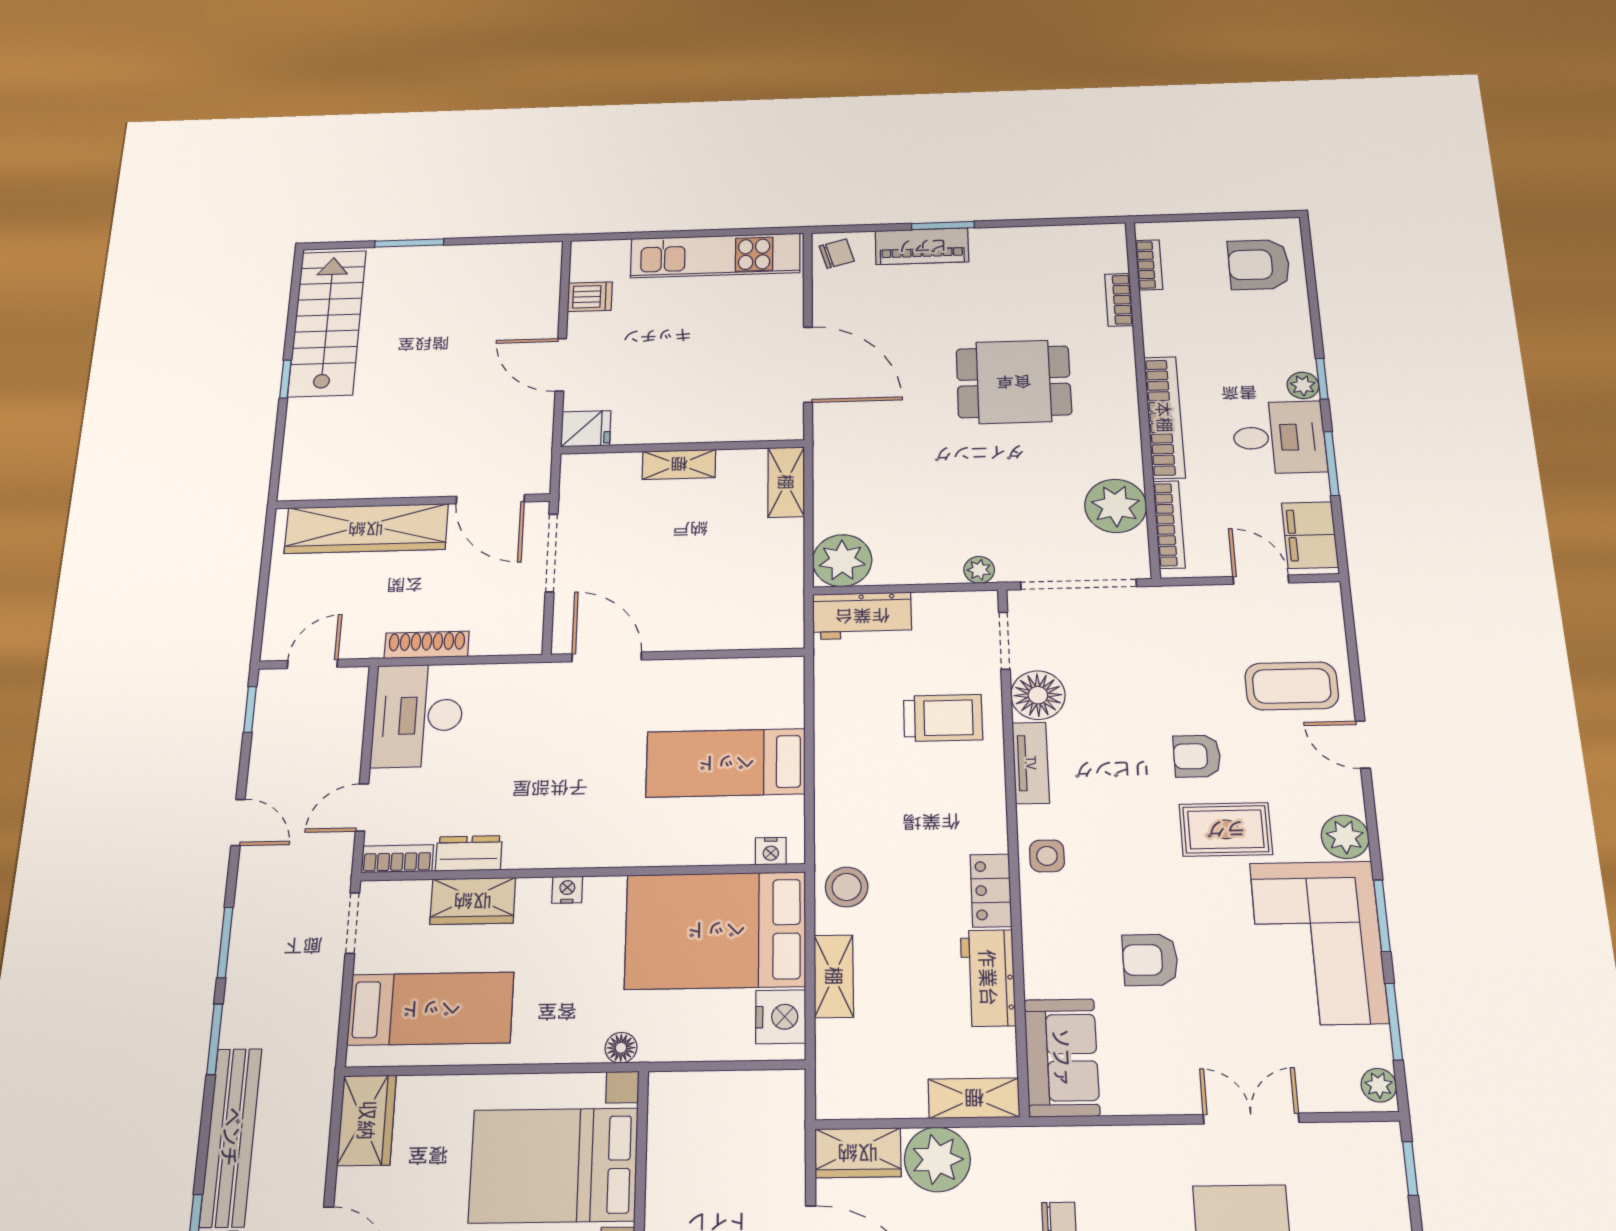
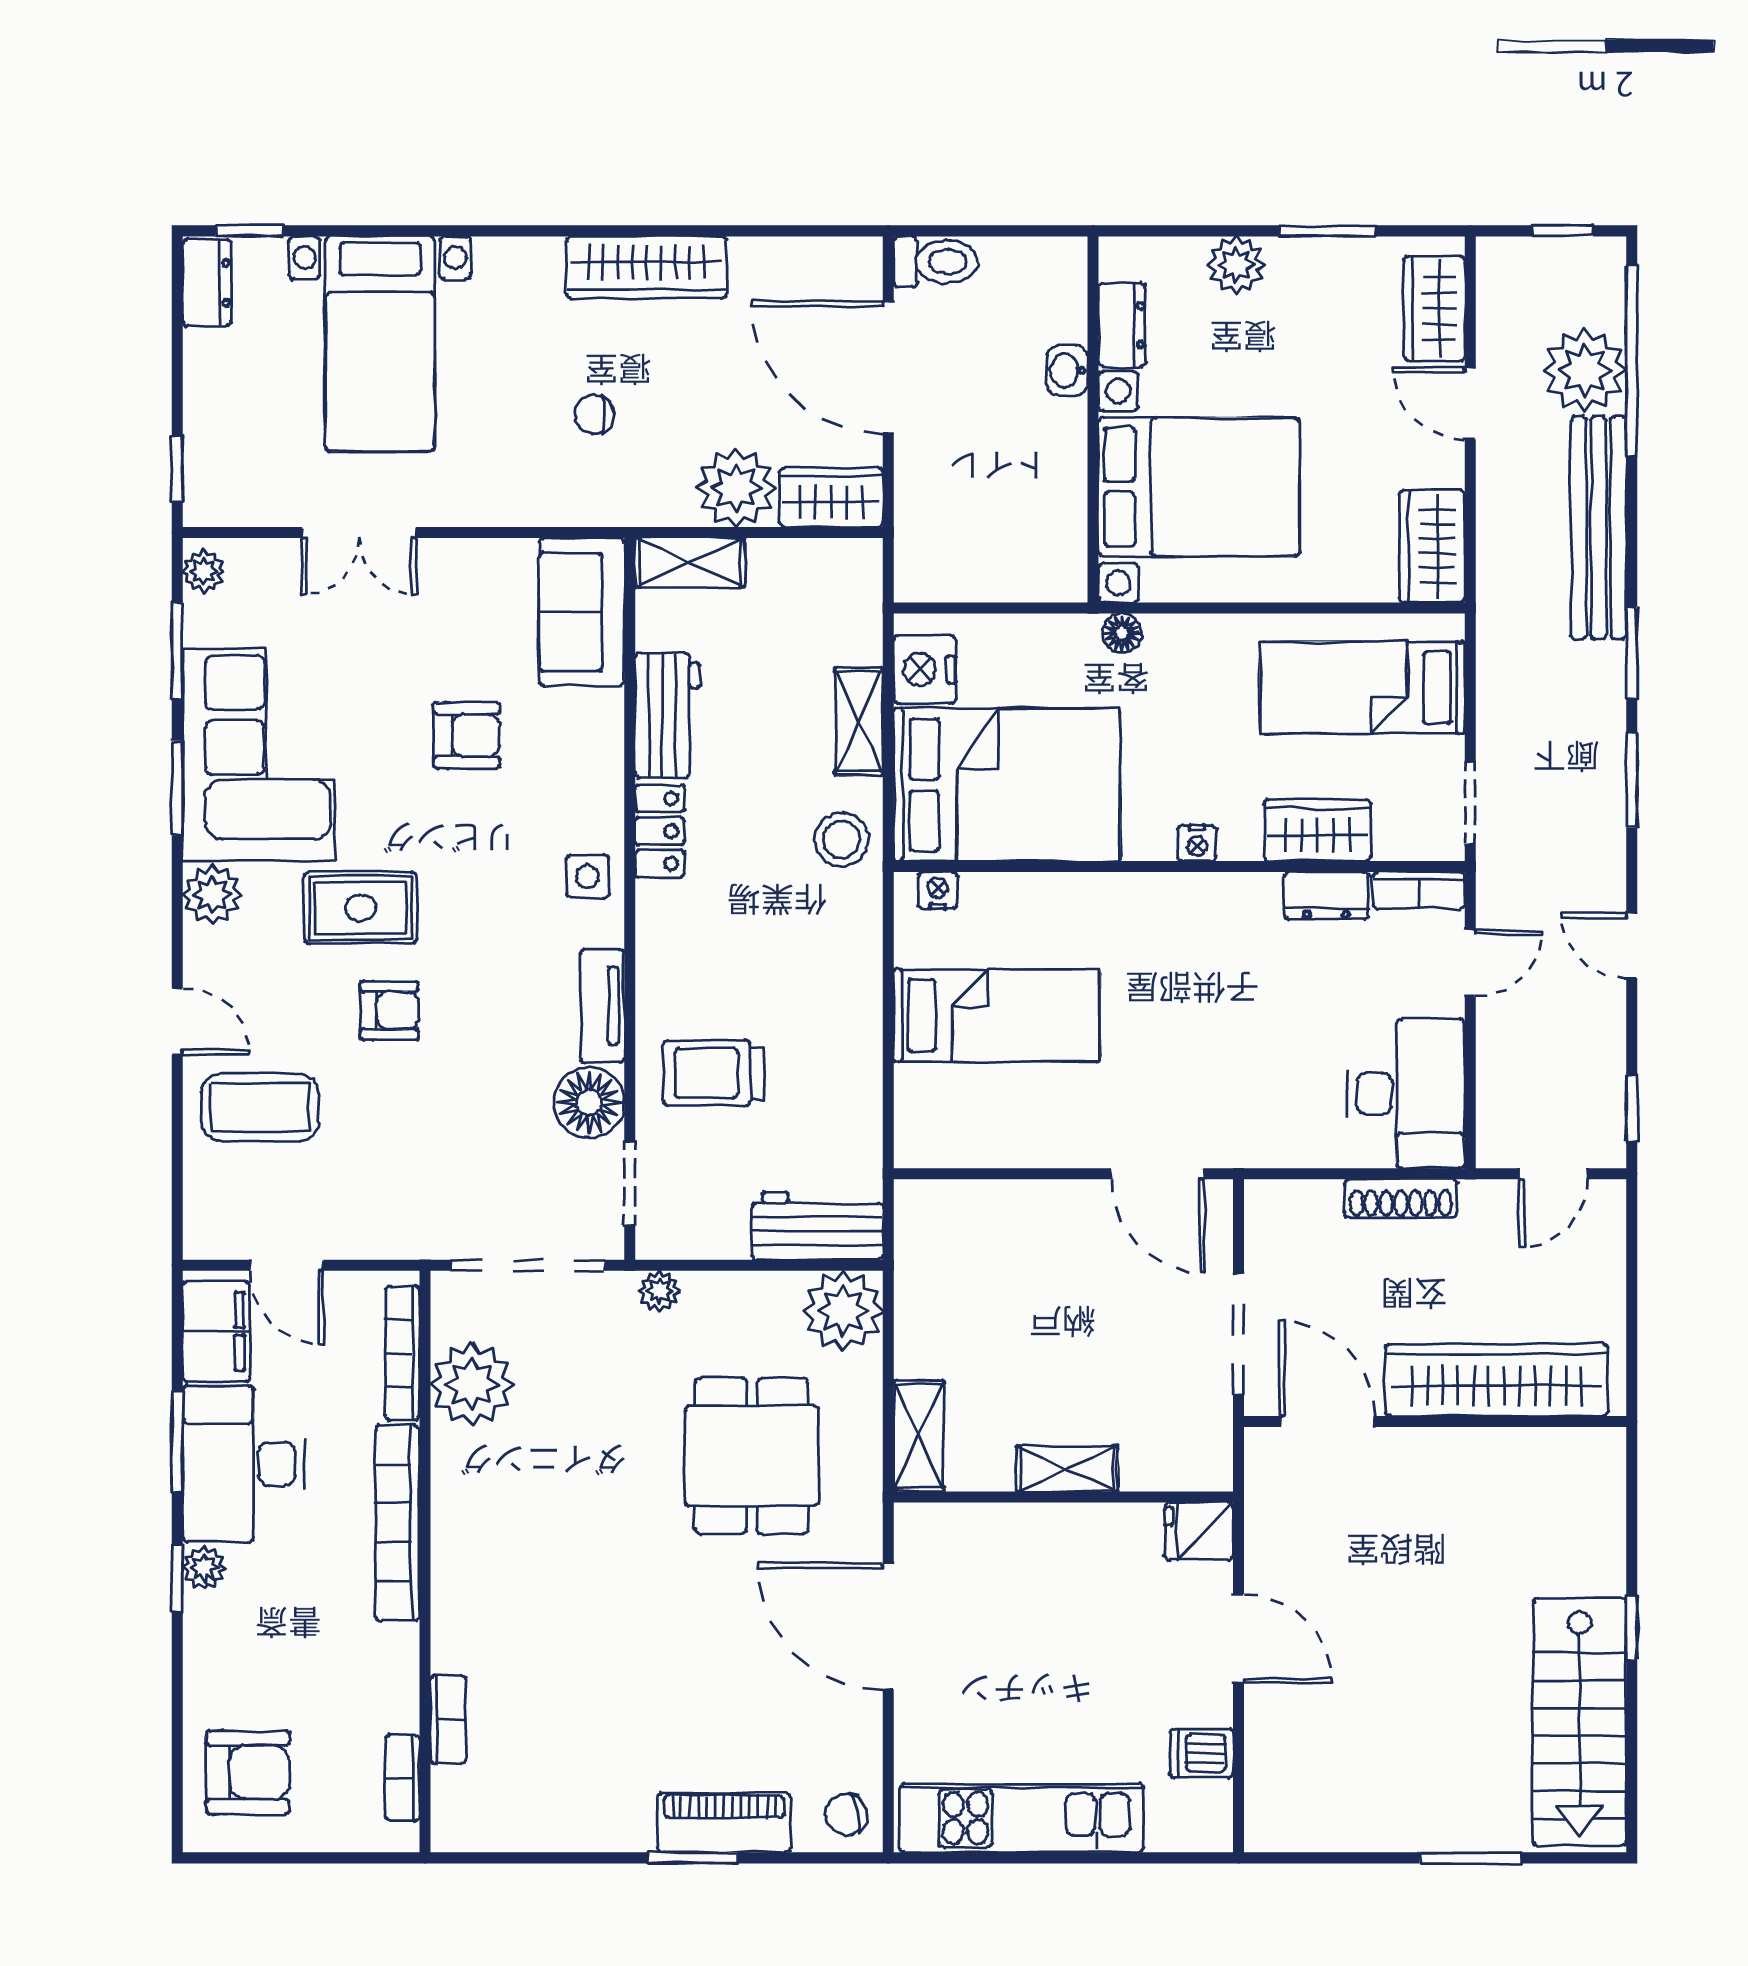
dining table: (1014, 382) -> (752, 1456), moved, turned 90
desk: (1279, 437) -> (244, 1464), width x1.37

